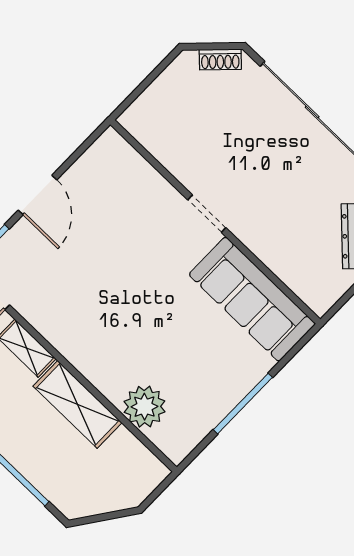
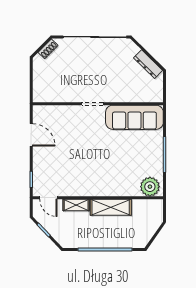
door: (37, 195) -> (31, 135), moved
plant: (144, 407) -> (150, 187), moved

